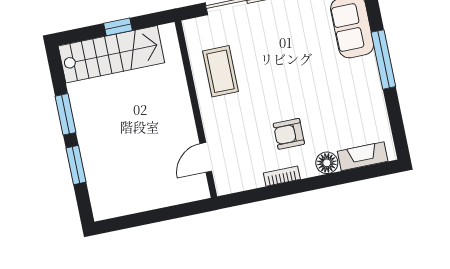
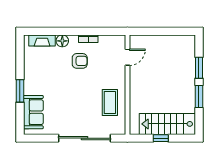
window: (383, 59) -> (20, 91), width x0.69

